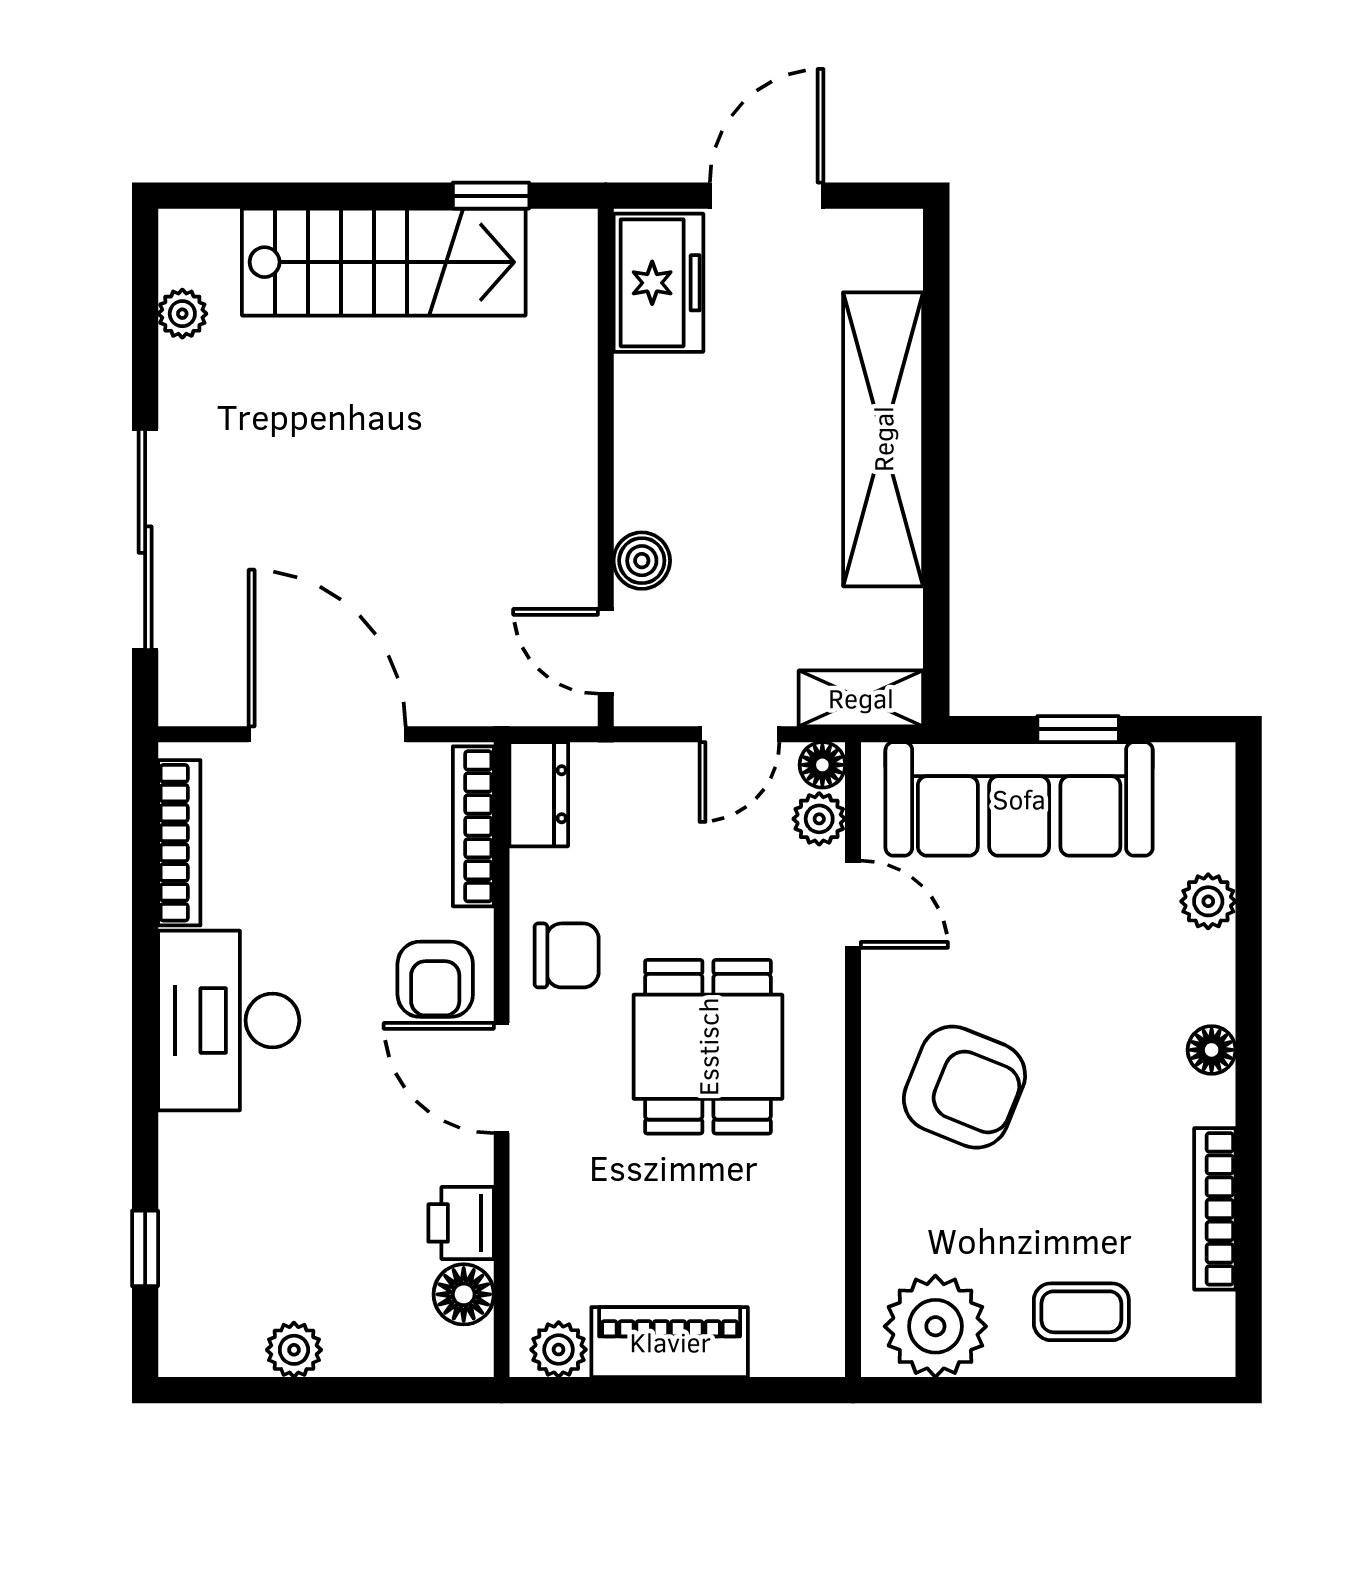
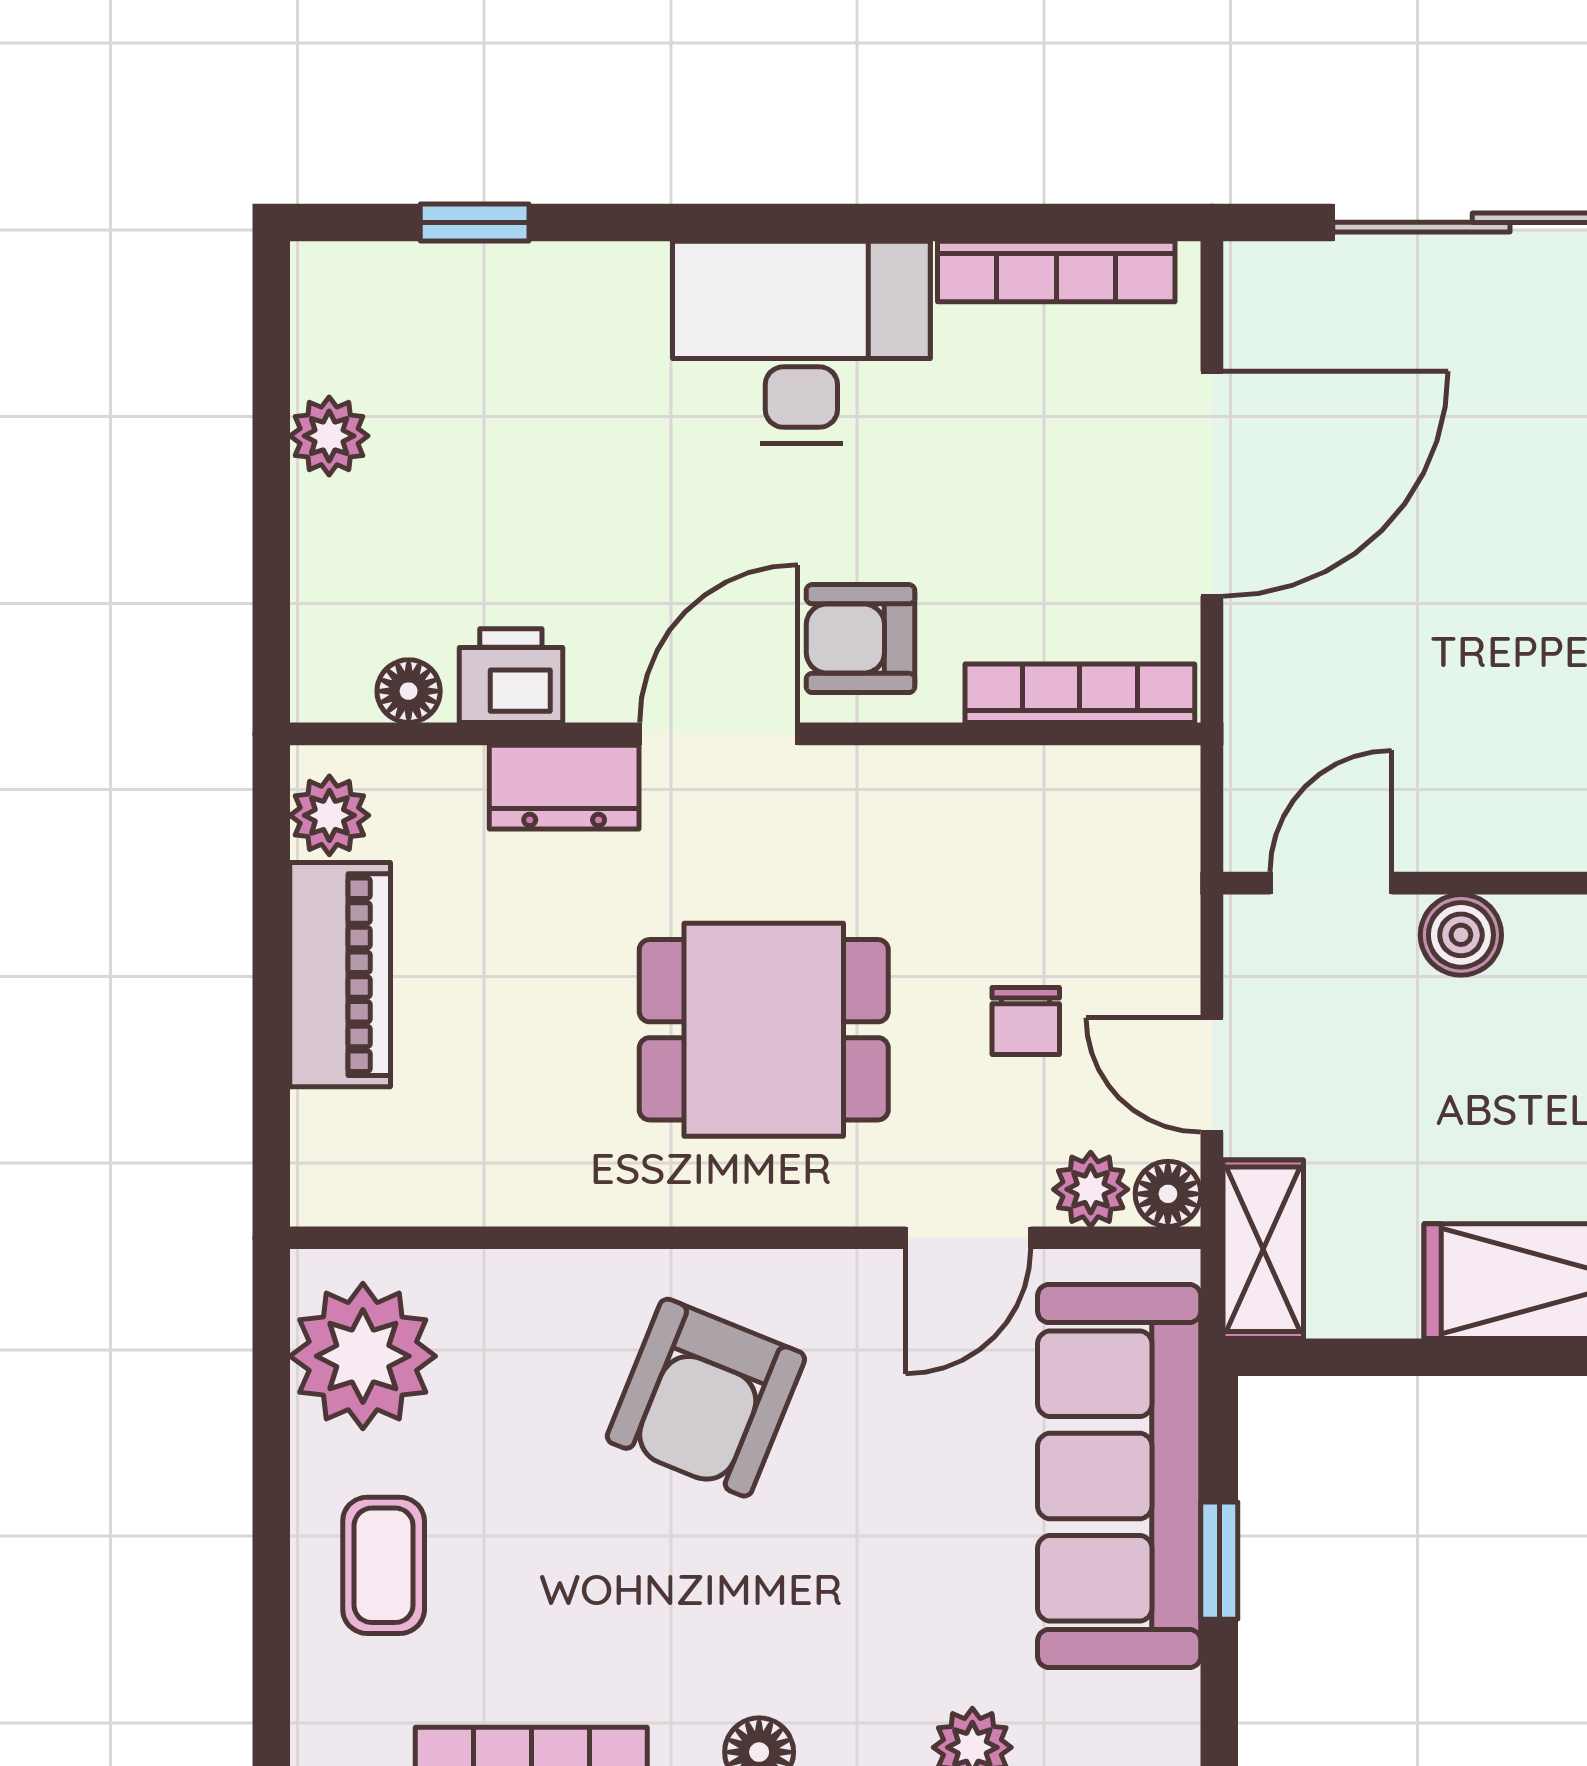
dresser: (539, 794) -> (564, 787), moved
chair: (567, 955) -> (1026, 1021), moved, width x0.73, depth x0.73
floor lamp: (464, 1294) -> (409, 691), width x0.73, depth x0.73

